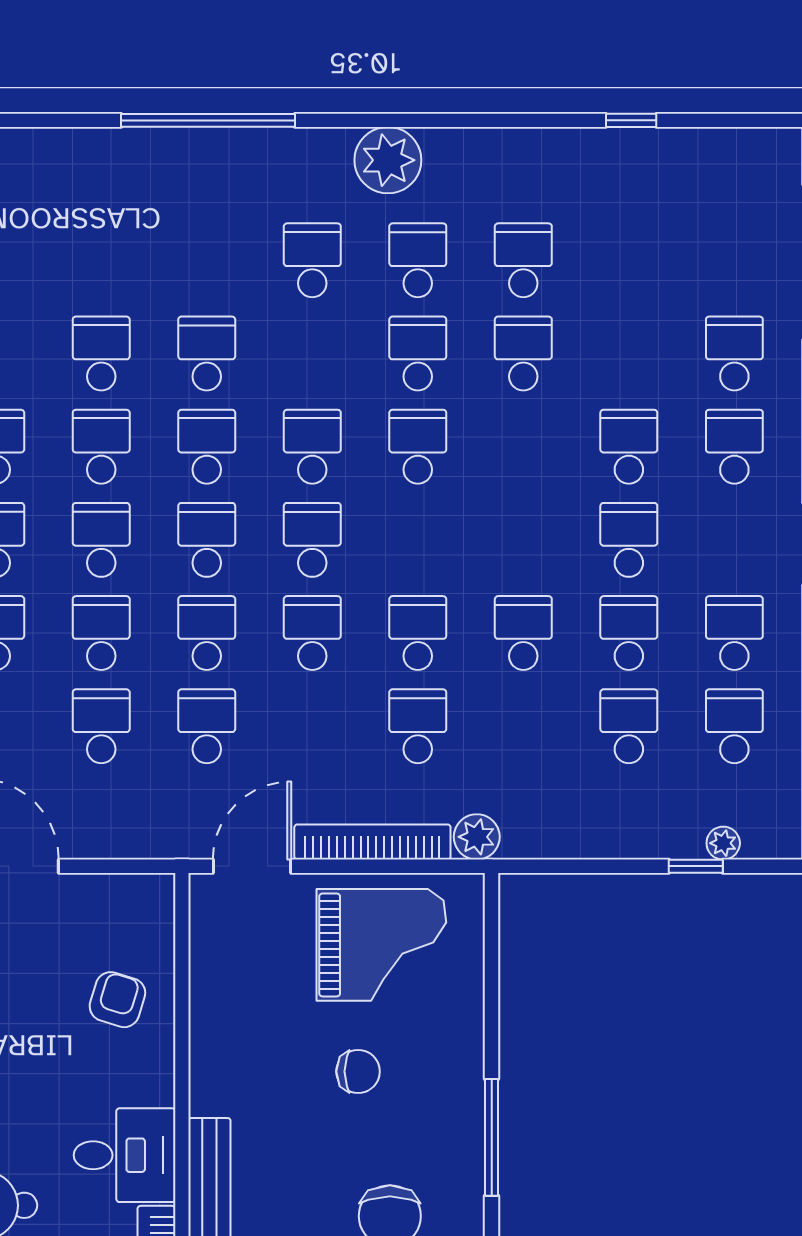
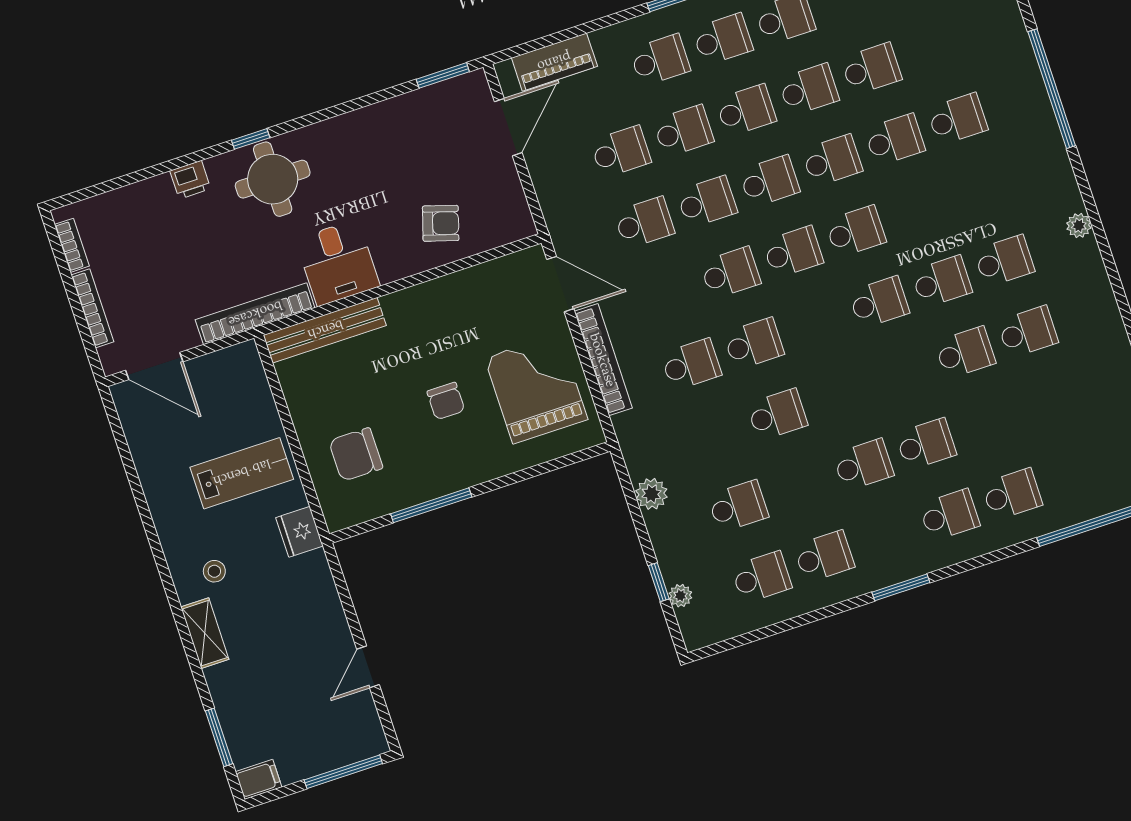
plant: (388, 160) -> (1079, 225), width x0.53, depth x0.53
school desk: (312, 260) -> (957, 119), moved
school desk: (629, 633) -> (801, 486), removed
plant: (477, 837) -> (651, 494), moved
grand piano: (381, 945) -> (536, 389), turned 180

